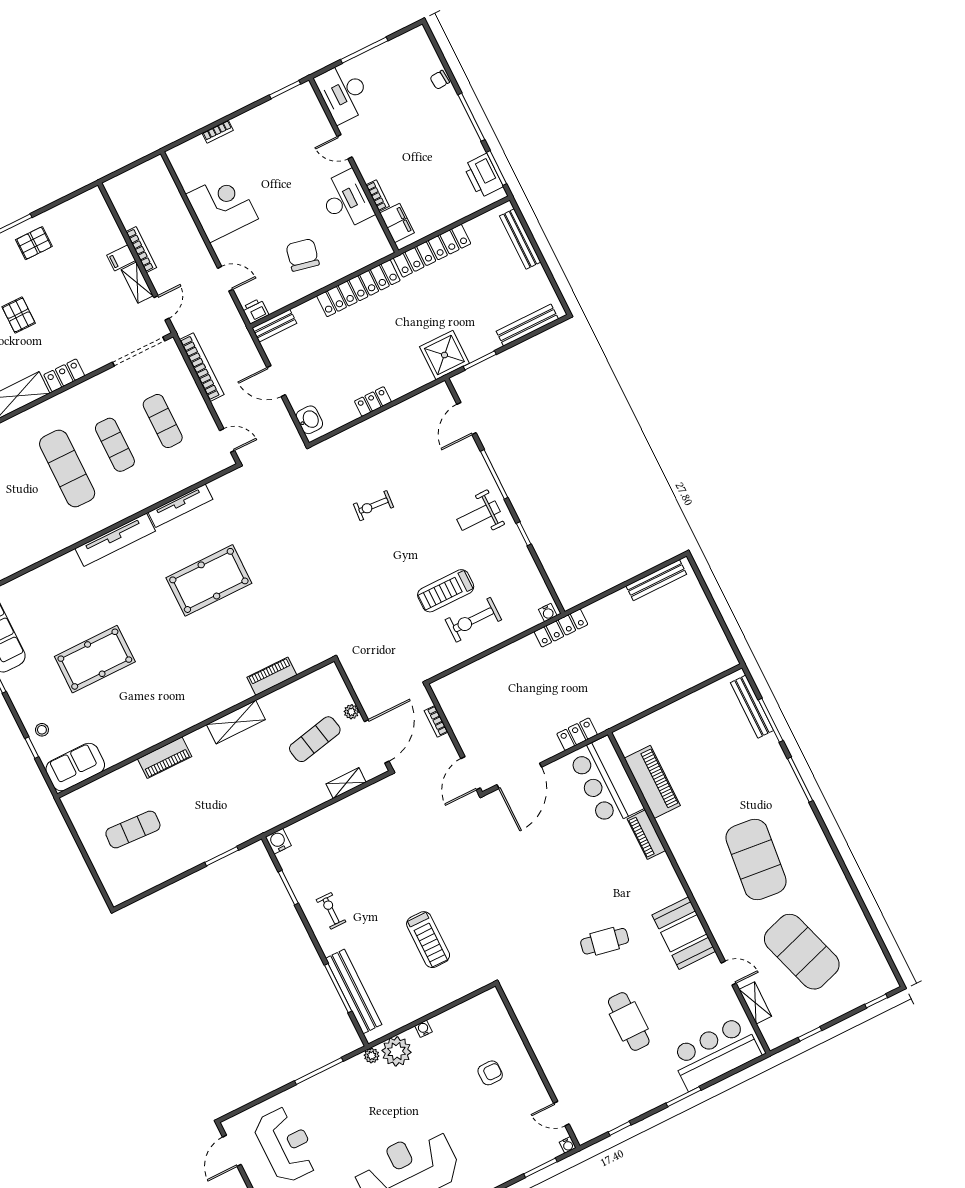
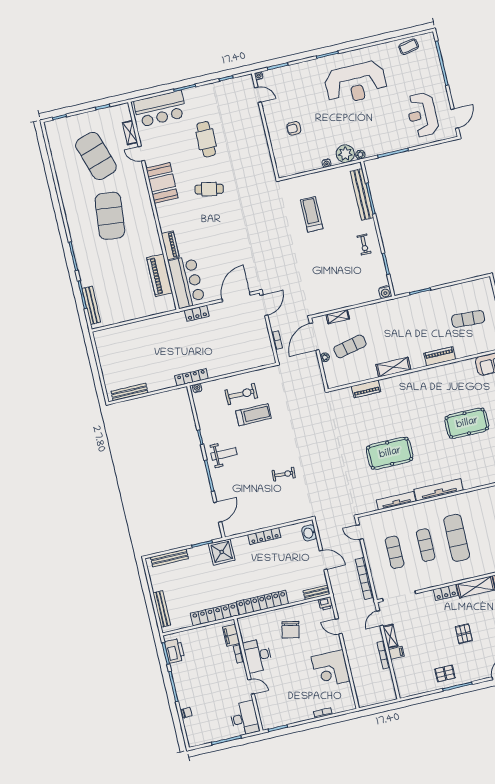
locker: (373, 402) -> (264, 536), width x1.53

